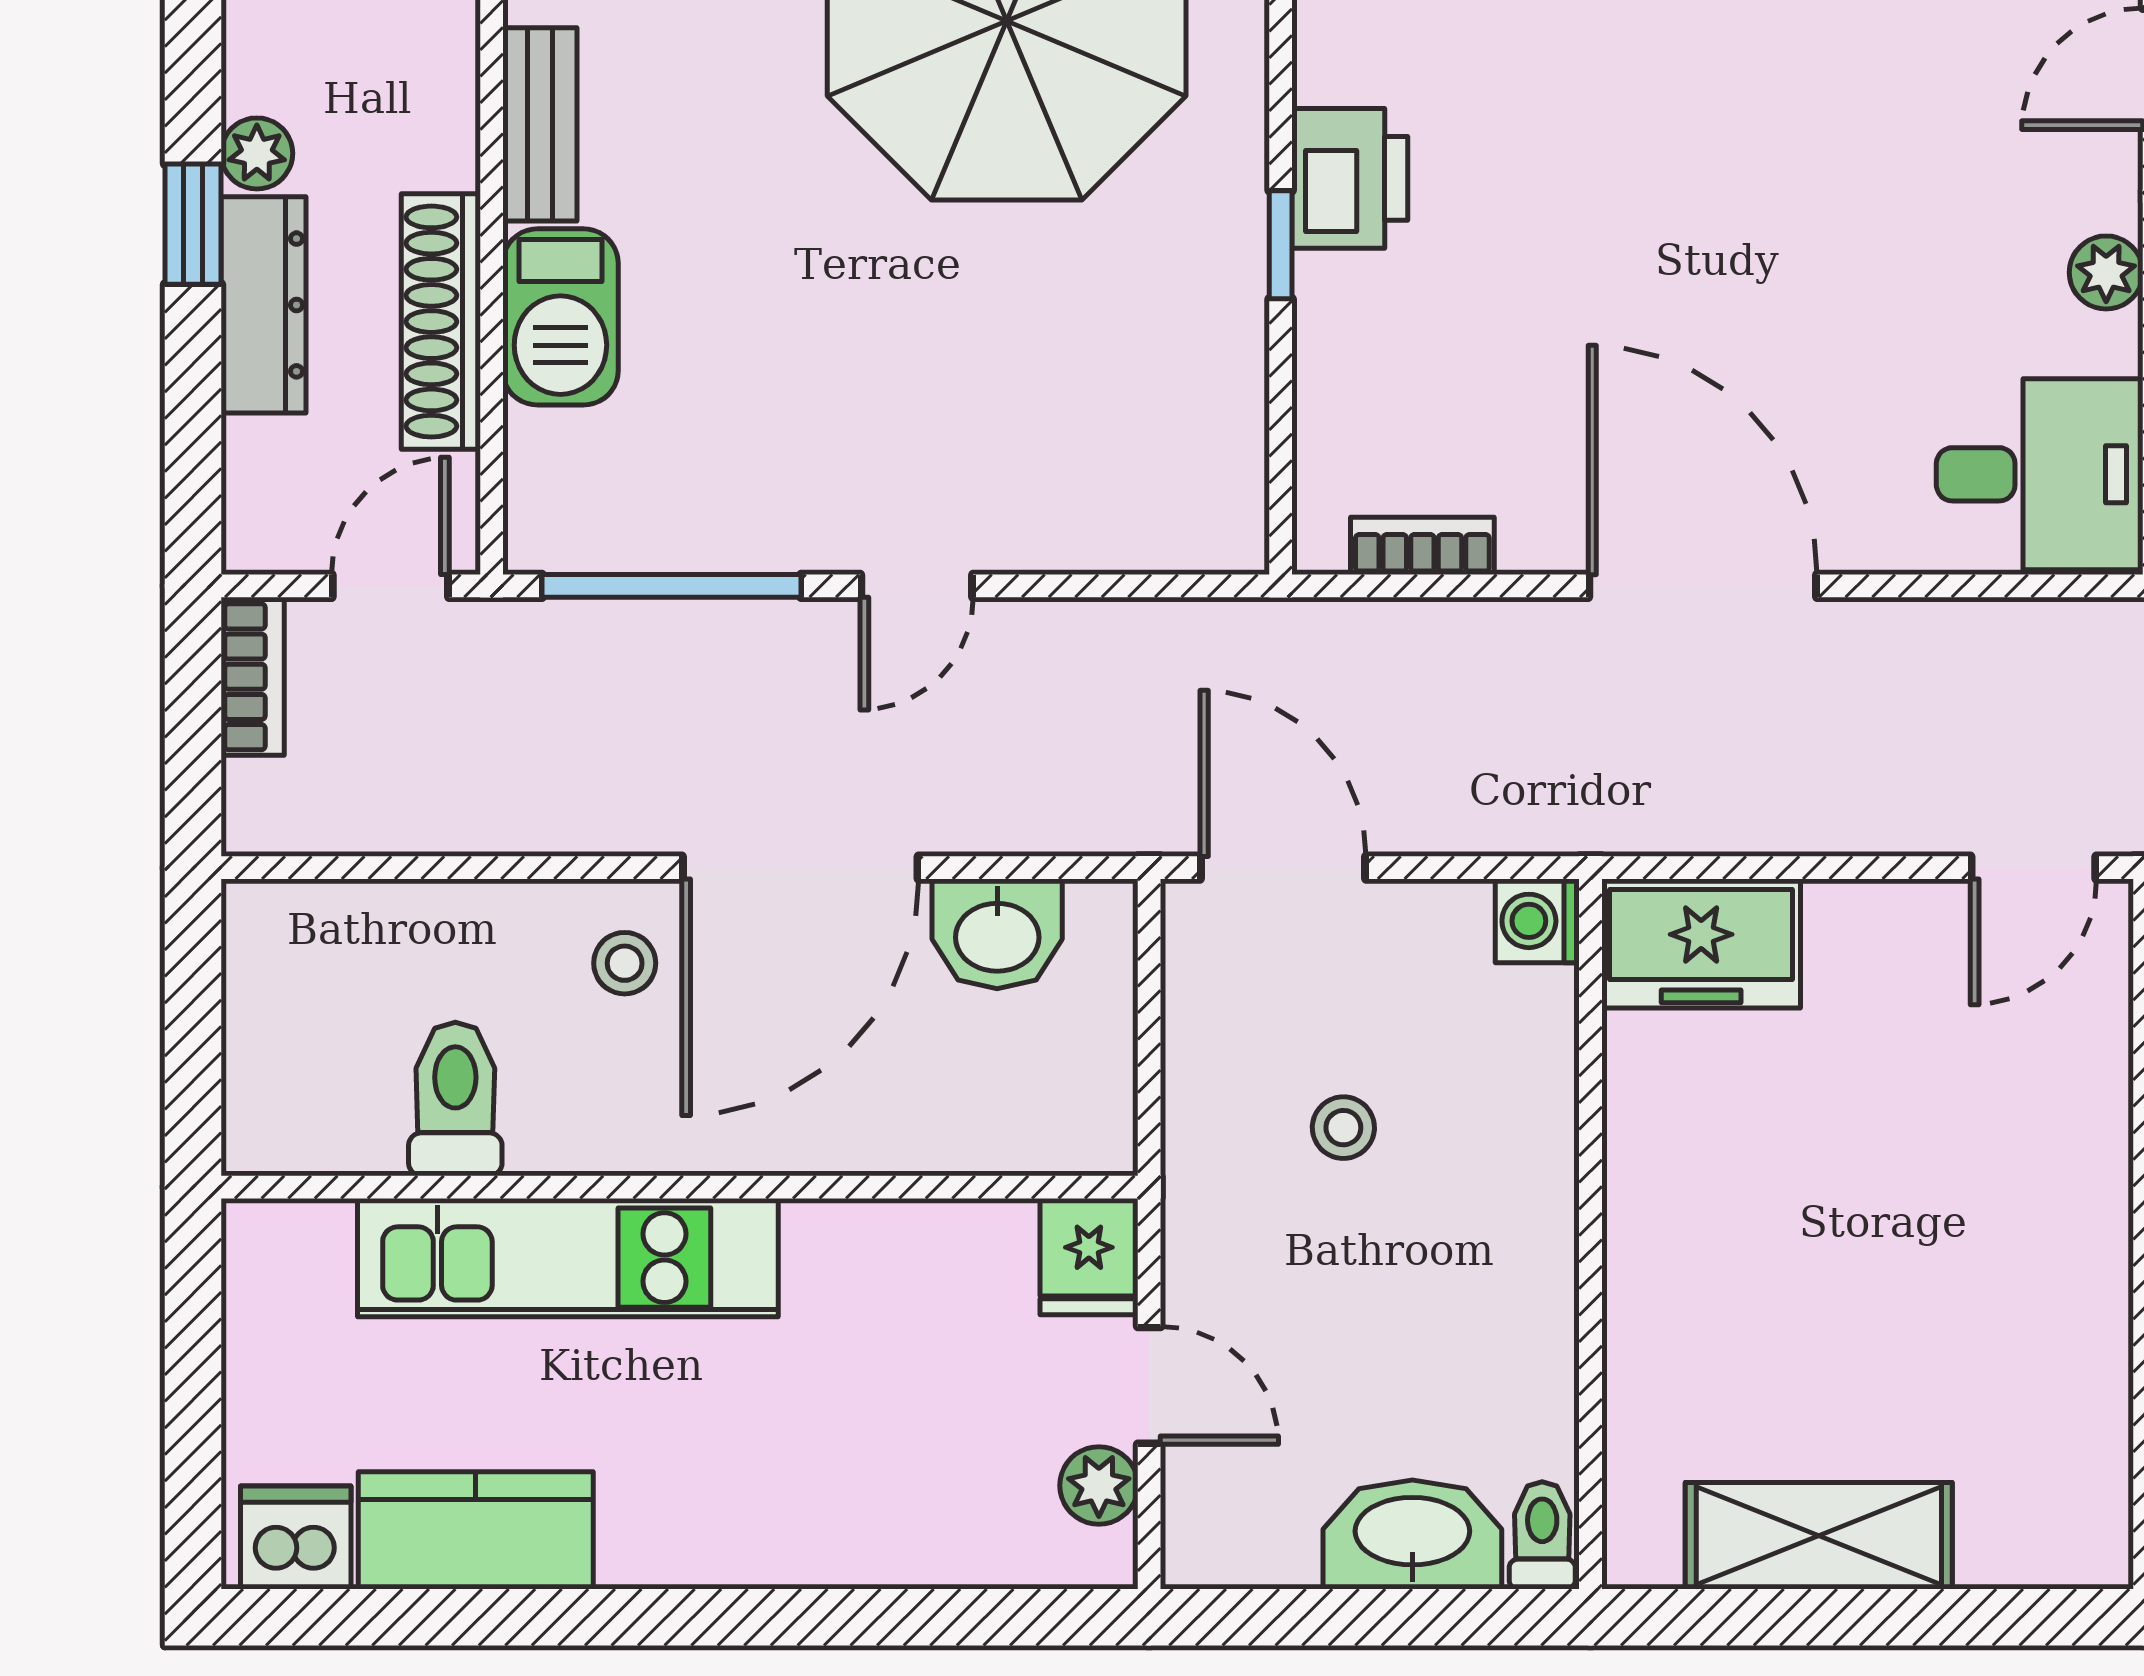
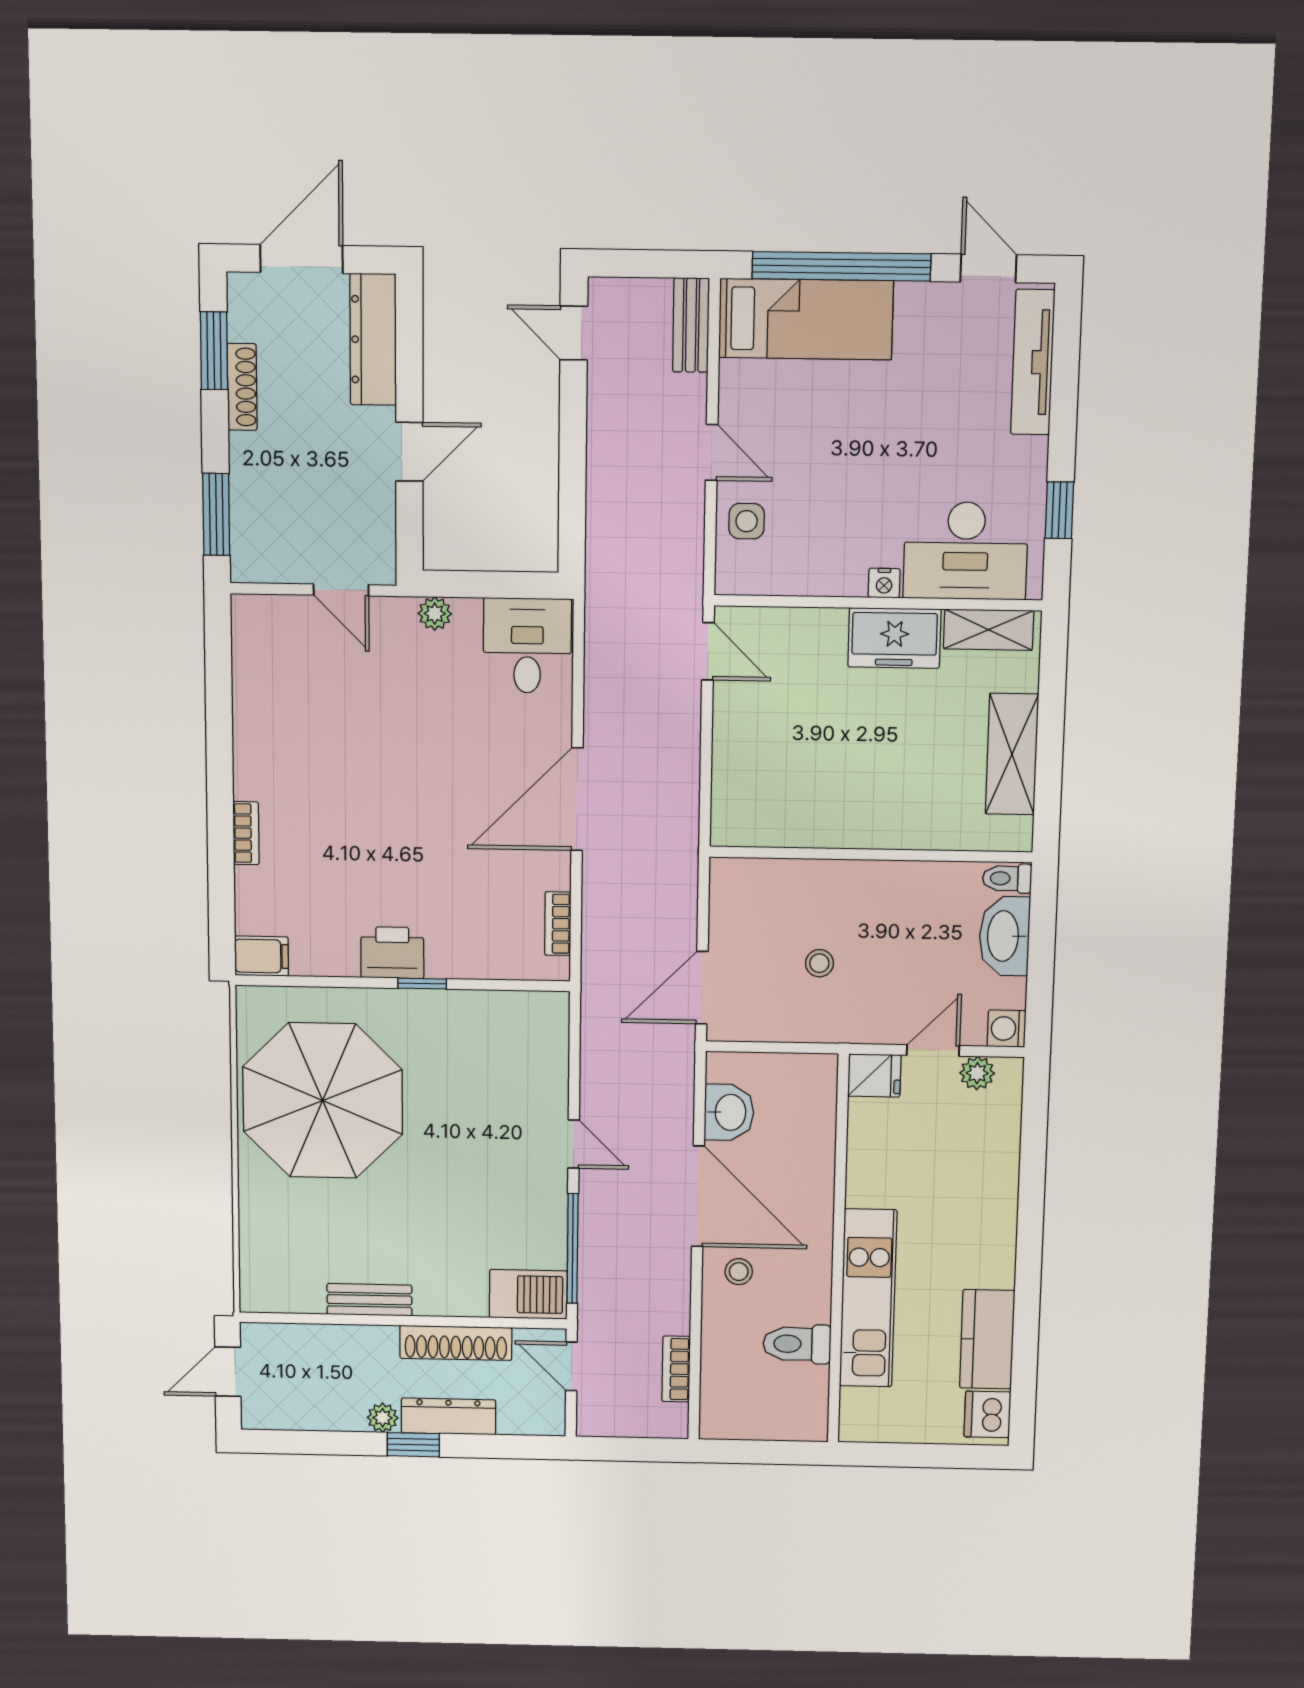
barbecue: (560, 317) -> (528, 1294), moved
bookcase: (253, 677) -> (676, 1369), moved, turned -90
washing machine: (1537, 921) -> (1007, 1029), moved, turned 90
freezer: (1701, 943) -> (894, 638), moved, turned 90
shelving: (2090, 1475) -> (989, 630), added

